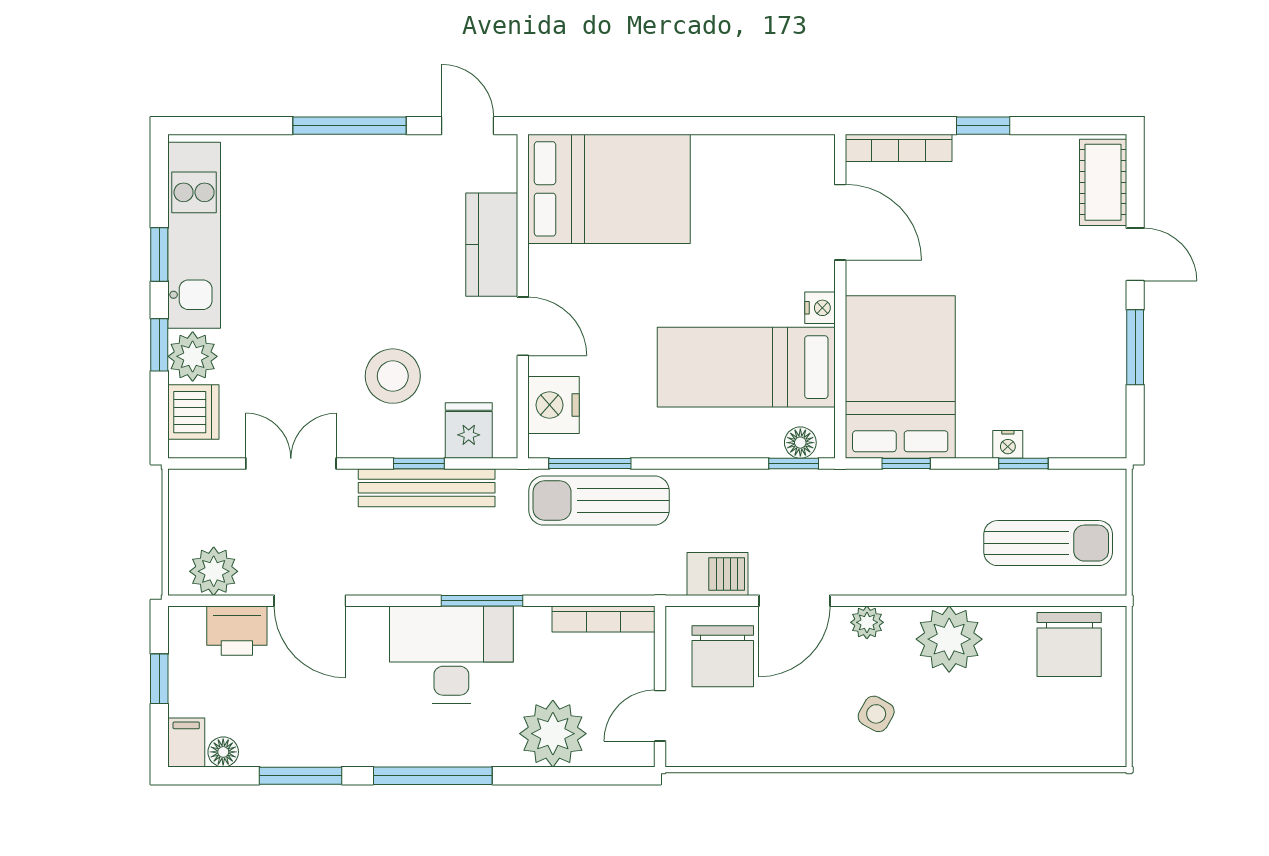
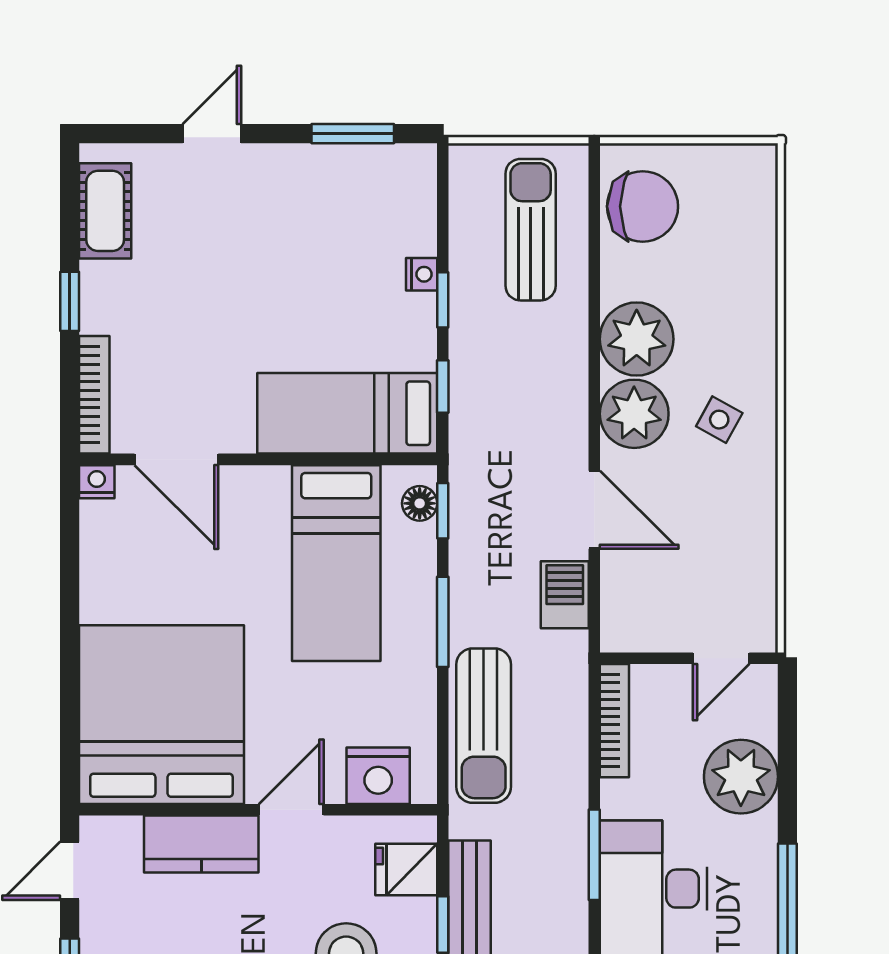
cot: (1103, 182) -> (105, 211), moved, turned 90
bed: (609, 189) -> (161, 715), width x1.36
door: (840, 222) -> (176, 459), swing flipped
nightstand: (820, 308) -> (97, 482), moved
window: (1135, 347) -> (353, 134), moved
bed: (900, 377) -> (347, 413), width x0.67
window: (590, 464) -> (443, 622), moved
window: (1023, 464) -> (443, 300), moved
plant: (867, 622) -> (634, 414), width x1.88, depth x1.88
chair: (723, 656) -> (656, 589), removed
door: (660, 716) -> (721, 658), hinge flipped

